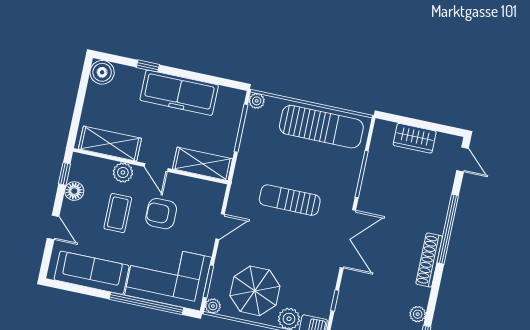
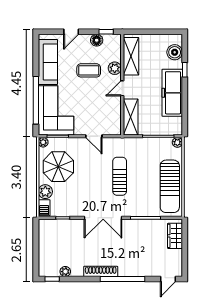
boiler: (102, 72) -> (175, 52), moved
wardrobe: (415, 138) -> (175, 236), moved
armchair: (161, 214) -> (94, 98), removed

